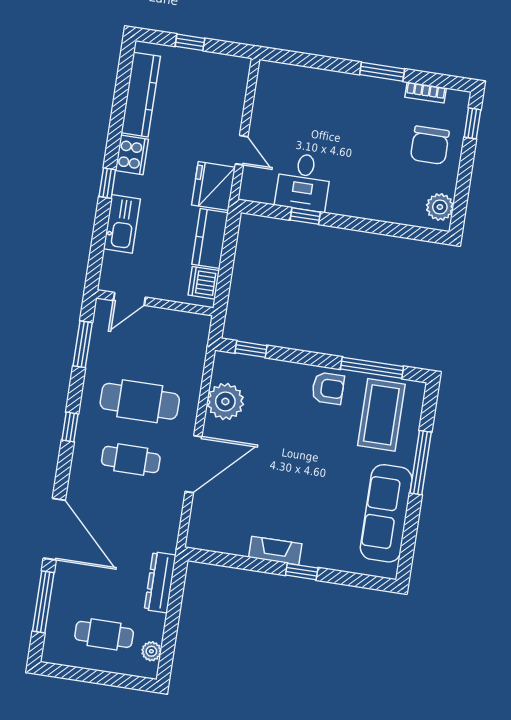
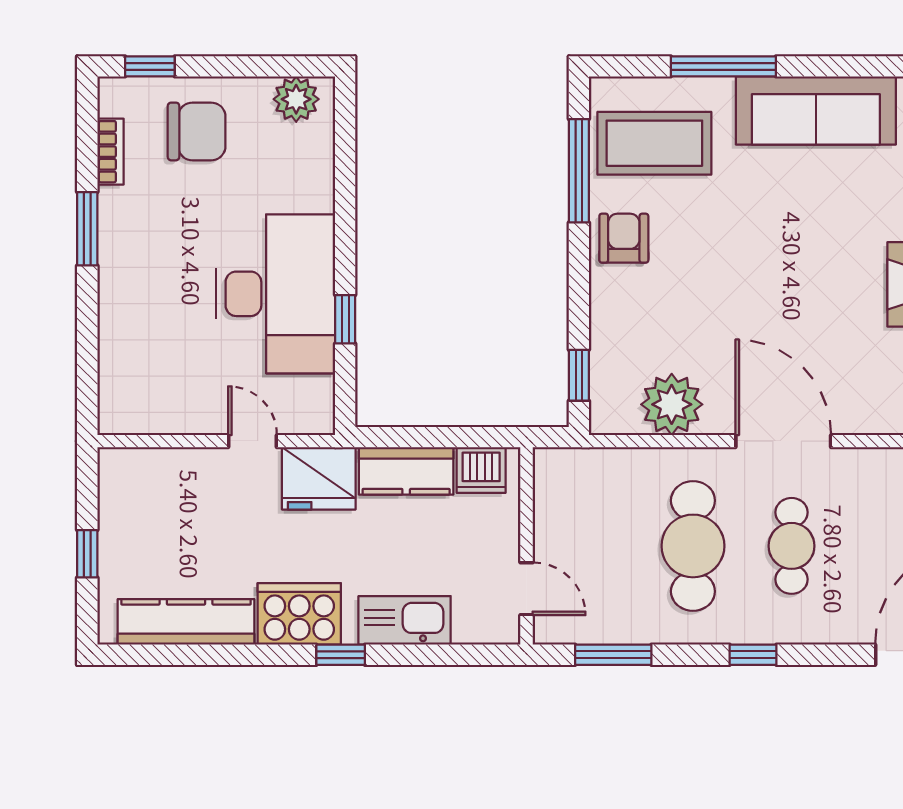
door: (242, 150) -> (253, 441), hinge flipped
cooker: (132, 155) -> (299, 614), width x1.37, depth x1.31
desk: (303, 182) -> (276, 294), width x1.87, depth x1.30

